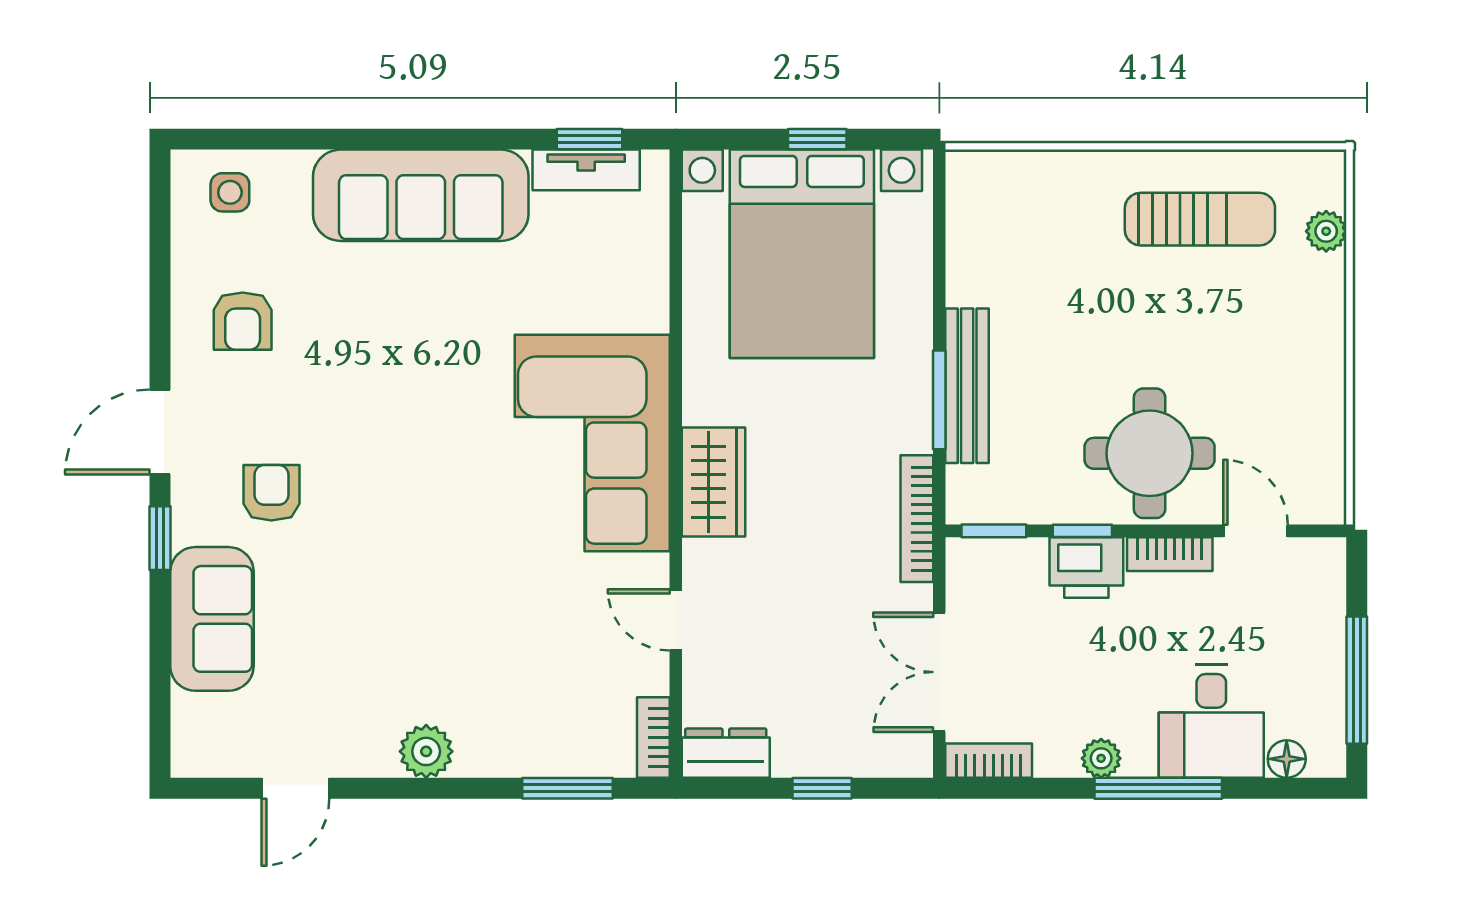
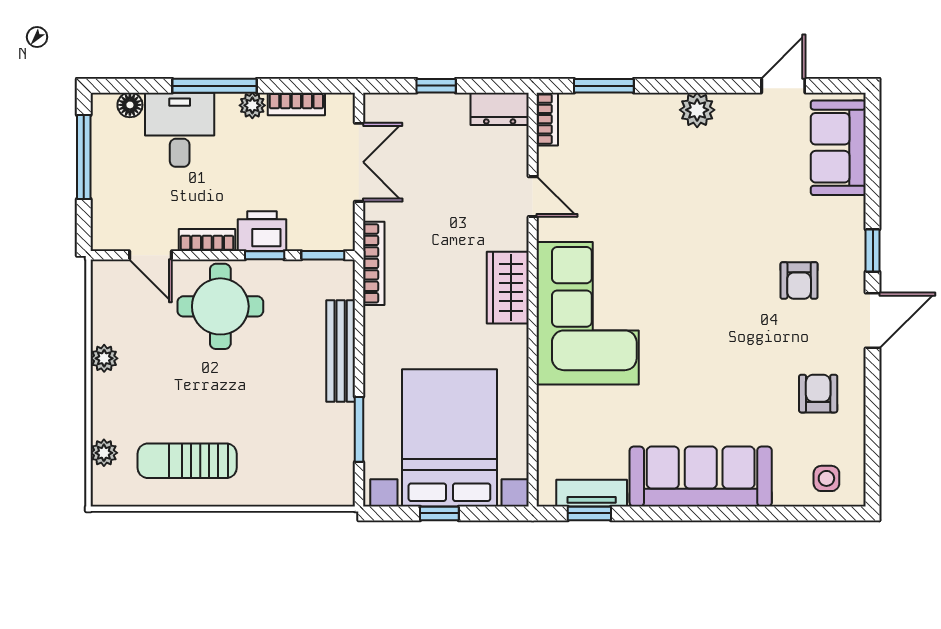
plant: (1326, 375) -> (104, 358), added
window: (939, 400) -> (359, 429), moved
sofa: (212, 619) -> (838, 148), moved
bookcase: (989, 761) -> (296, 104), moved

